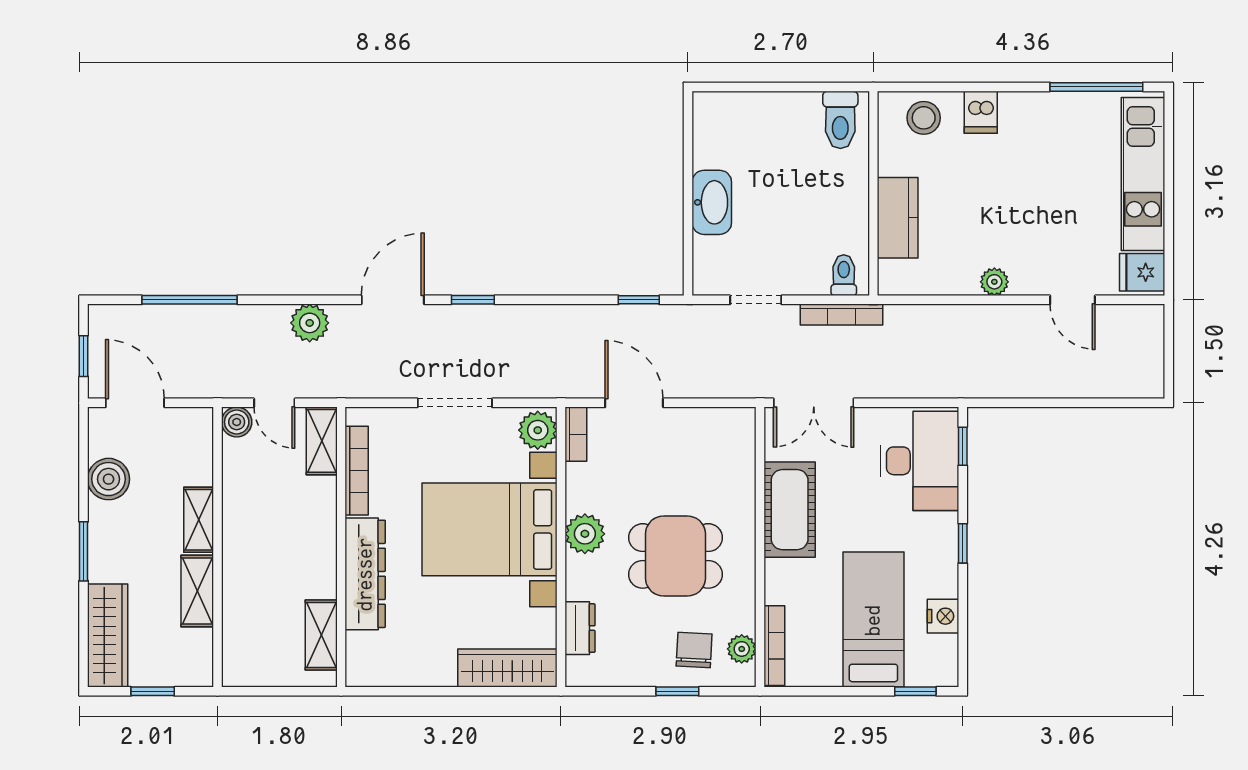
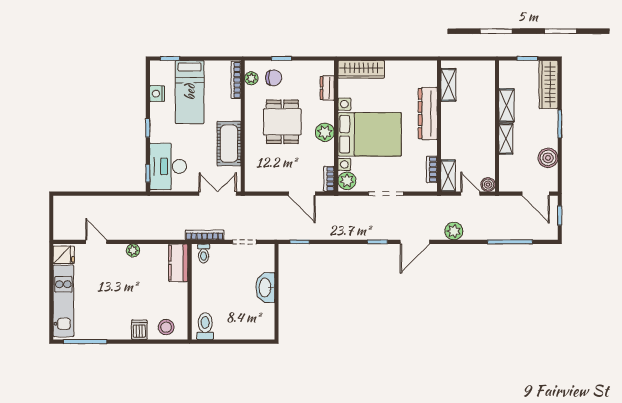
kitchen counter: (898, 218) -> (178, 263), moved
bookcase: (357, 471) -> (432, 169), width x0.64
dining table: (675, 556) -> (282, 122), turned 90
chair: (694, 650) -> (274, 78), turned -93

